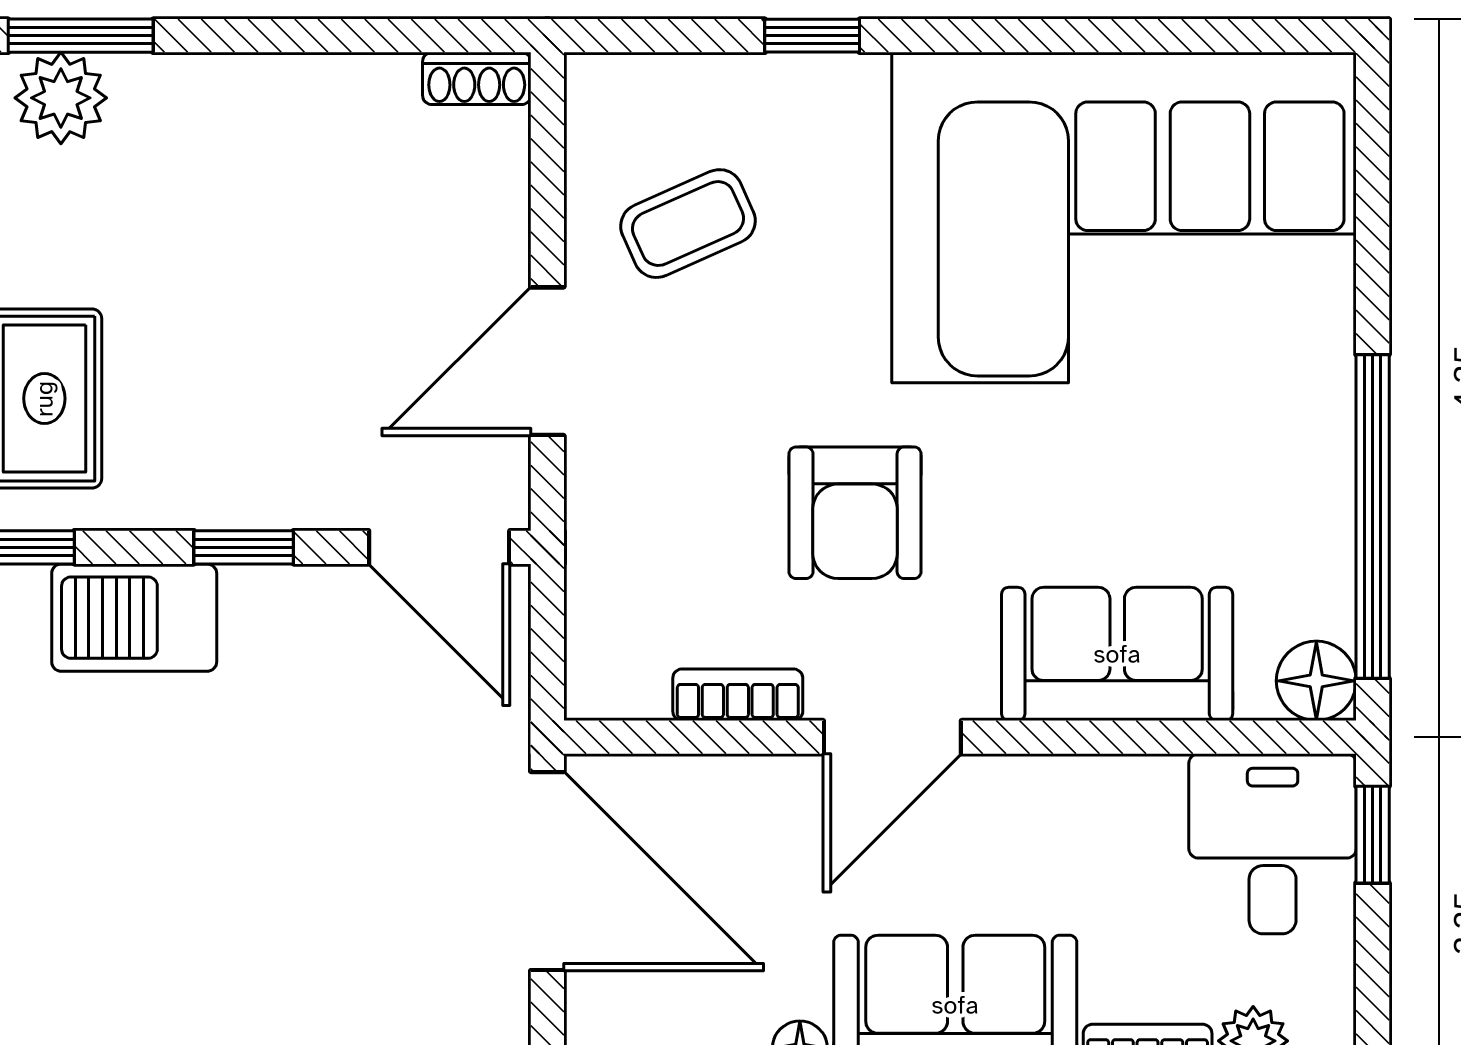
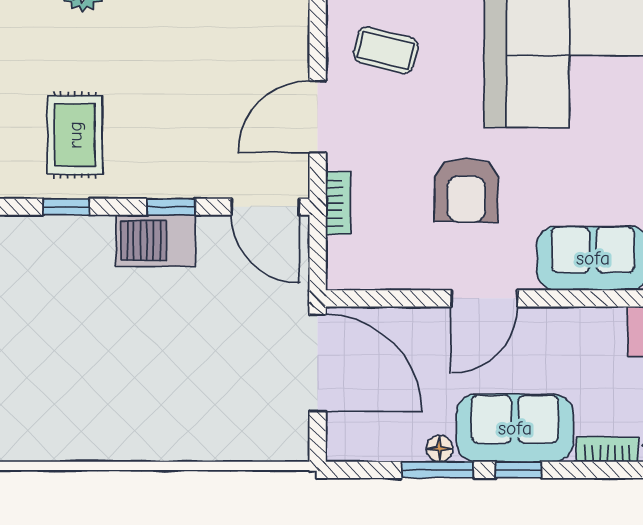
coffee table: (688, 224) -> (386, 50), turned 38
barbecue: (134, 618) -> (156, 241), moved
bookcase: (738, 695) -> (338, 203), moved, turned 90

